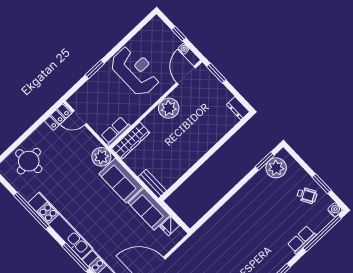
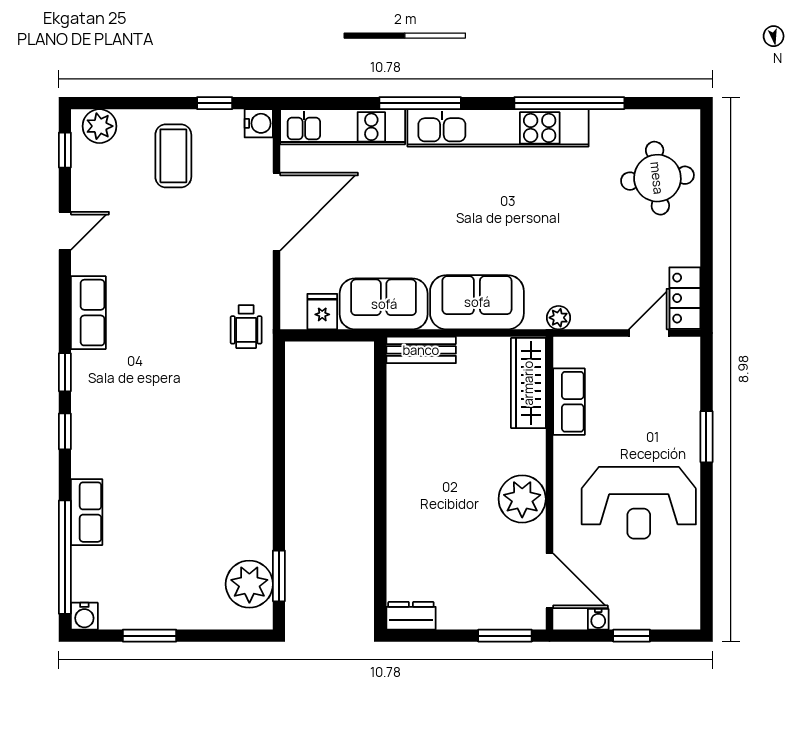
row of seats: (116, 131) -> (569, 402), moved
plant: (101, 157) -> (559, 318), width x0.53, depth x0.53
wheelchair: (307, 195) -> (246, 327), moved, turned -61

